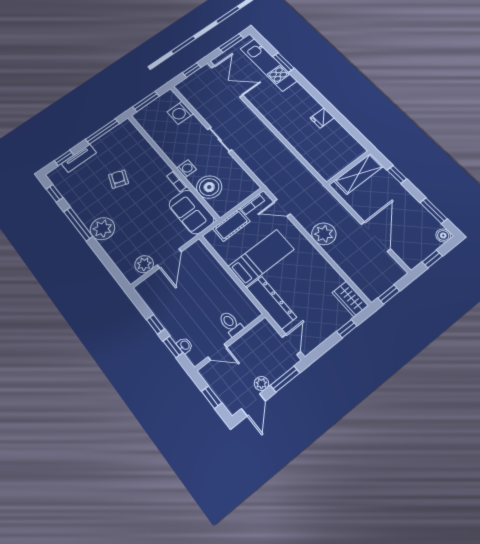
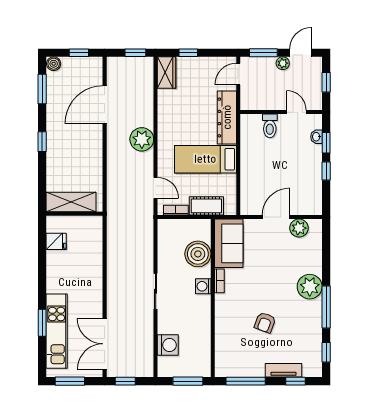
wall: (349, 168) -> (74, 214), moved
shelving: (359, 174) -> (71, 202), moved

